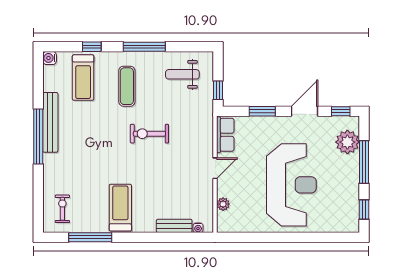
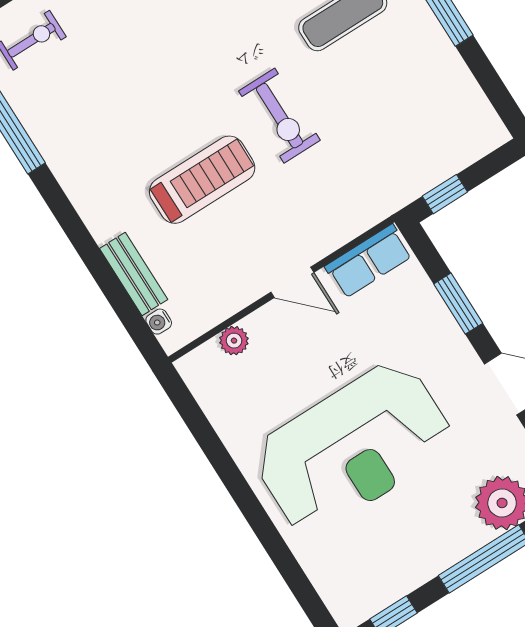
weight bench: (182, 74) -> (432, 107), removed
exercise bike: (149, 134) -> (279, 116), turned 180
treadmill: (120, 208) -> (202, 180), moved

